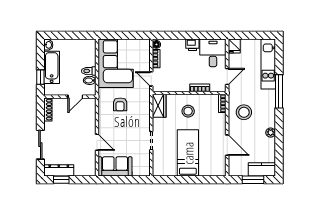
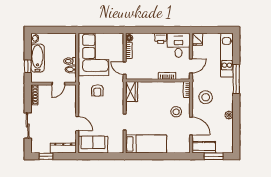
stool: (188, 111) -> (176, 112), moved
bed: (188, 153) -> (146, 144), moved, turned 90
kitchen counter: (262, 169) -> (204, 147), moved
dresser: (59, 170) -> (63, 148), moved

